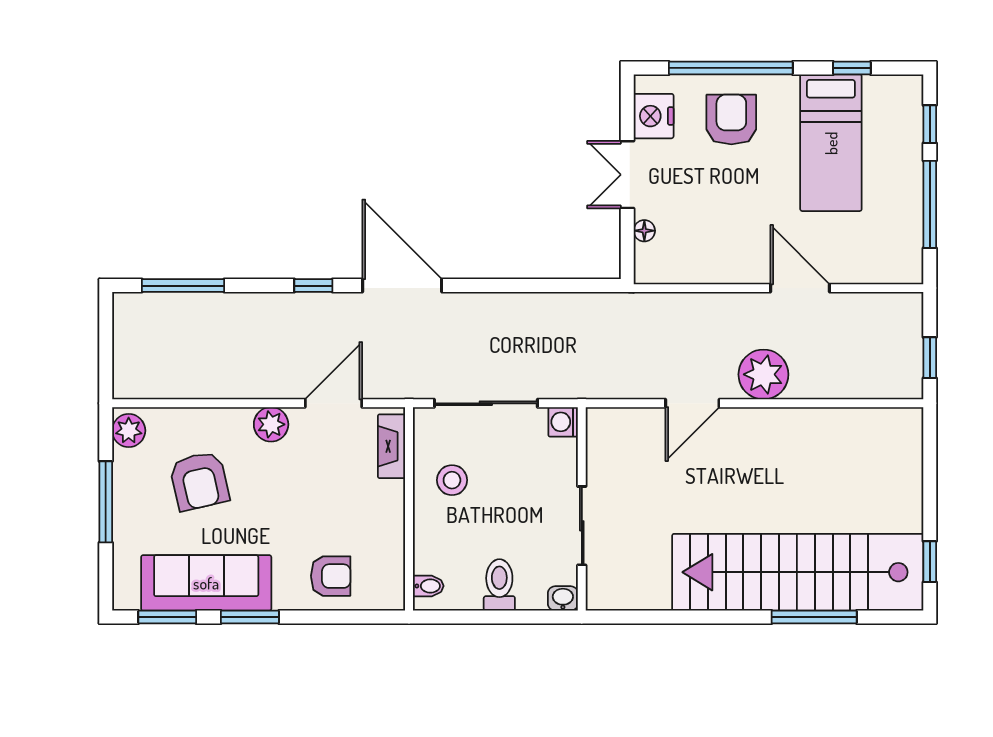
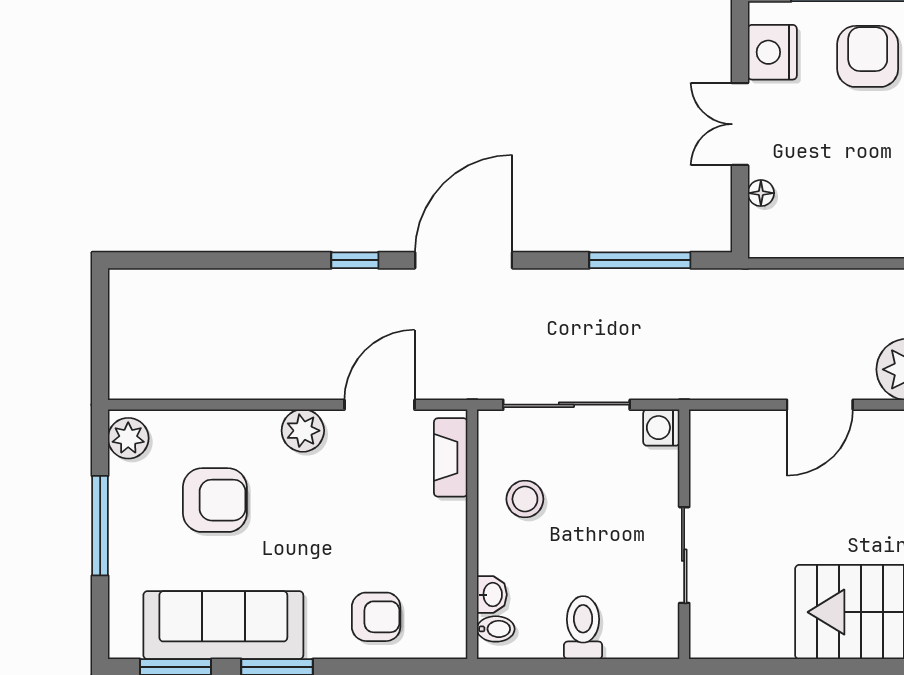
window: (183, 286) -> (640, 260), moved
door: (402, 286) -> (464, 260), hinge flipped
armchair: (199, 481) -> (215, 500), turned -77
washbasin: (563, 598) -> (492, 595), moved, turned 90

